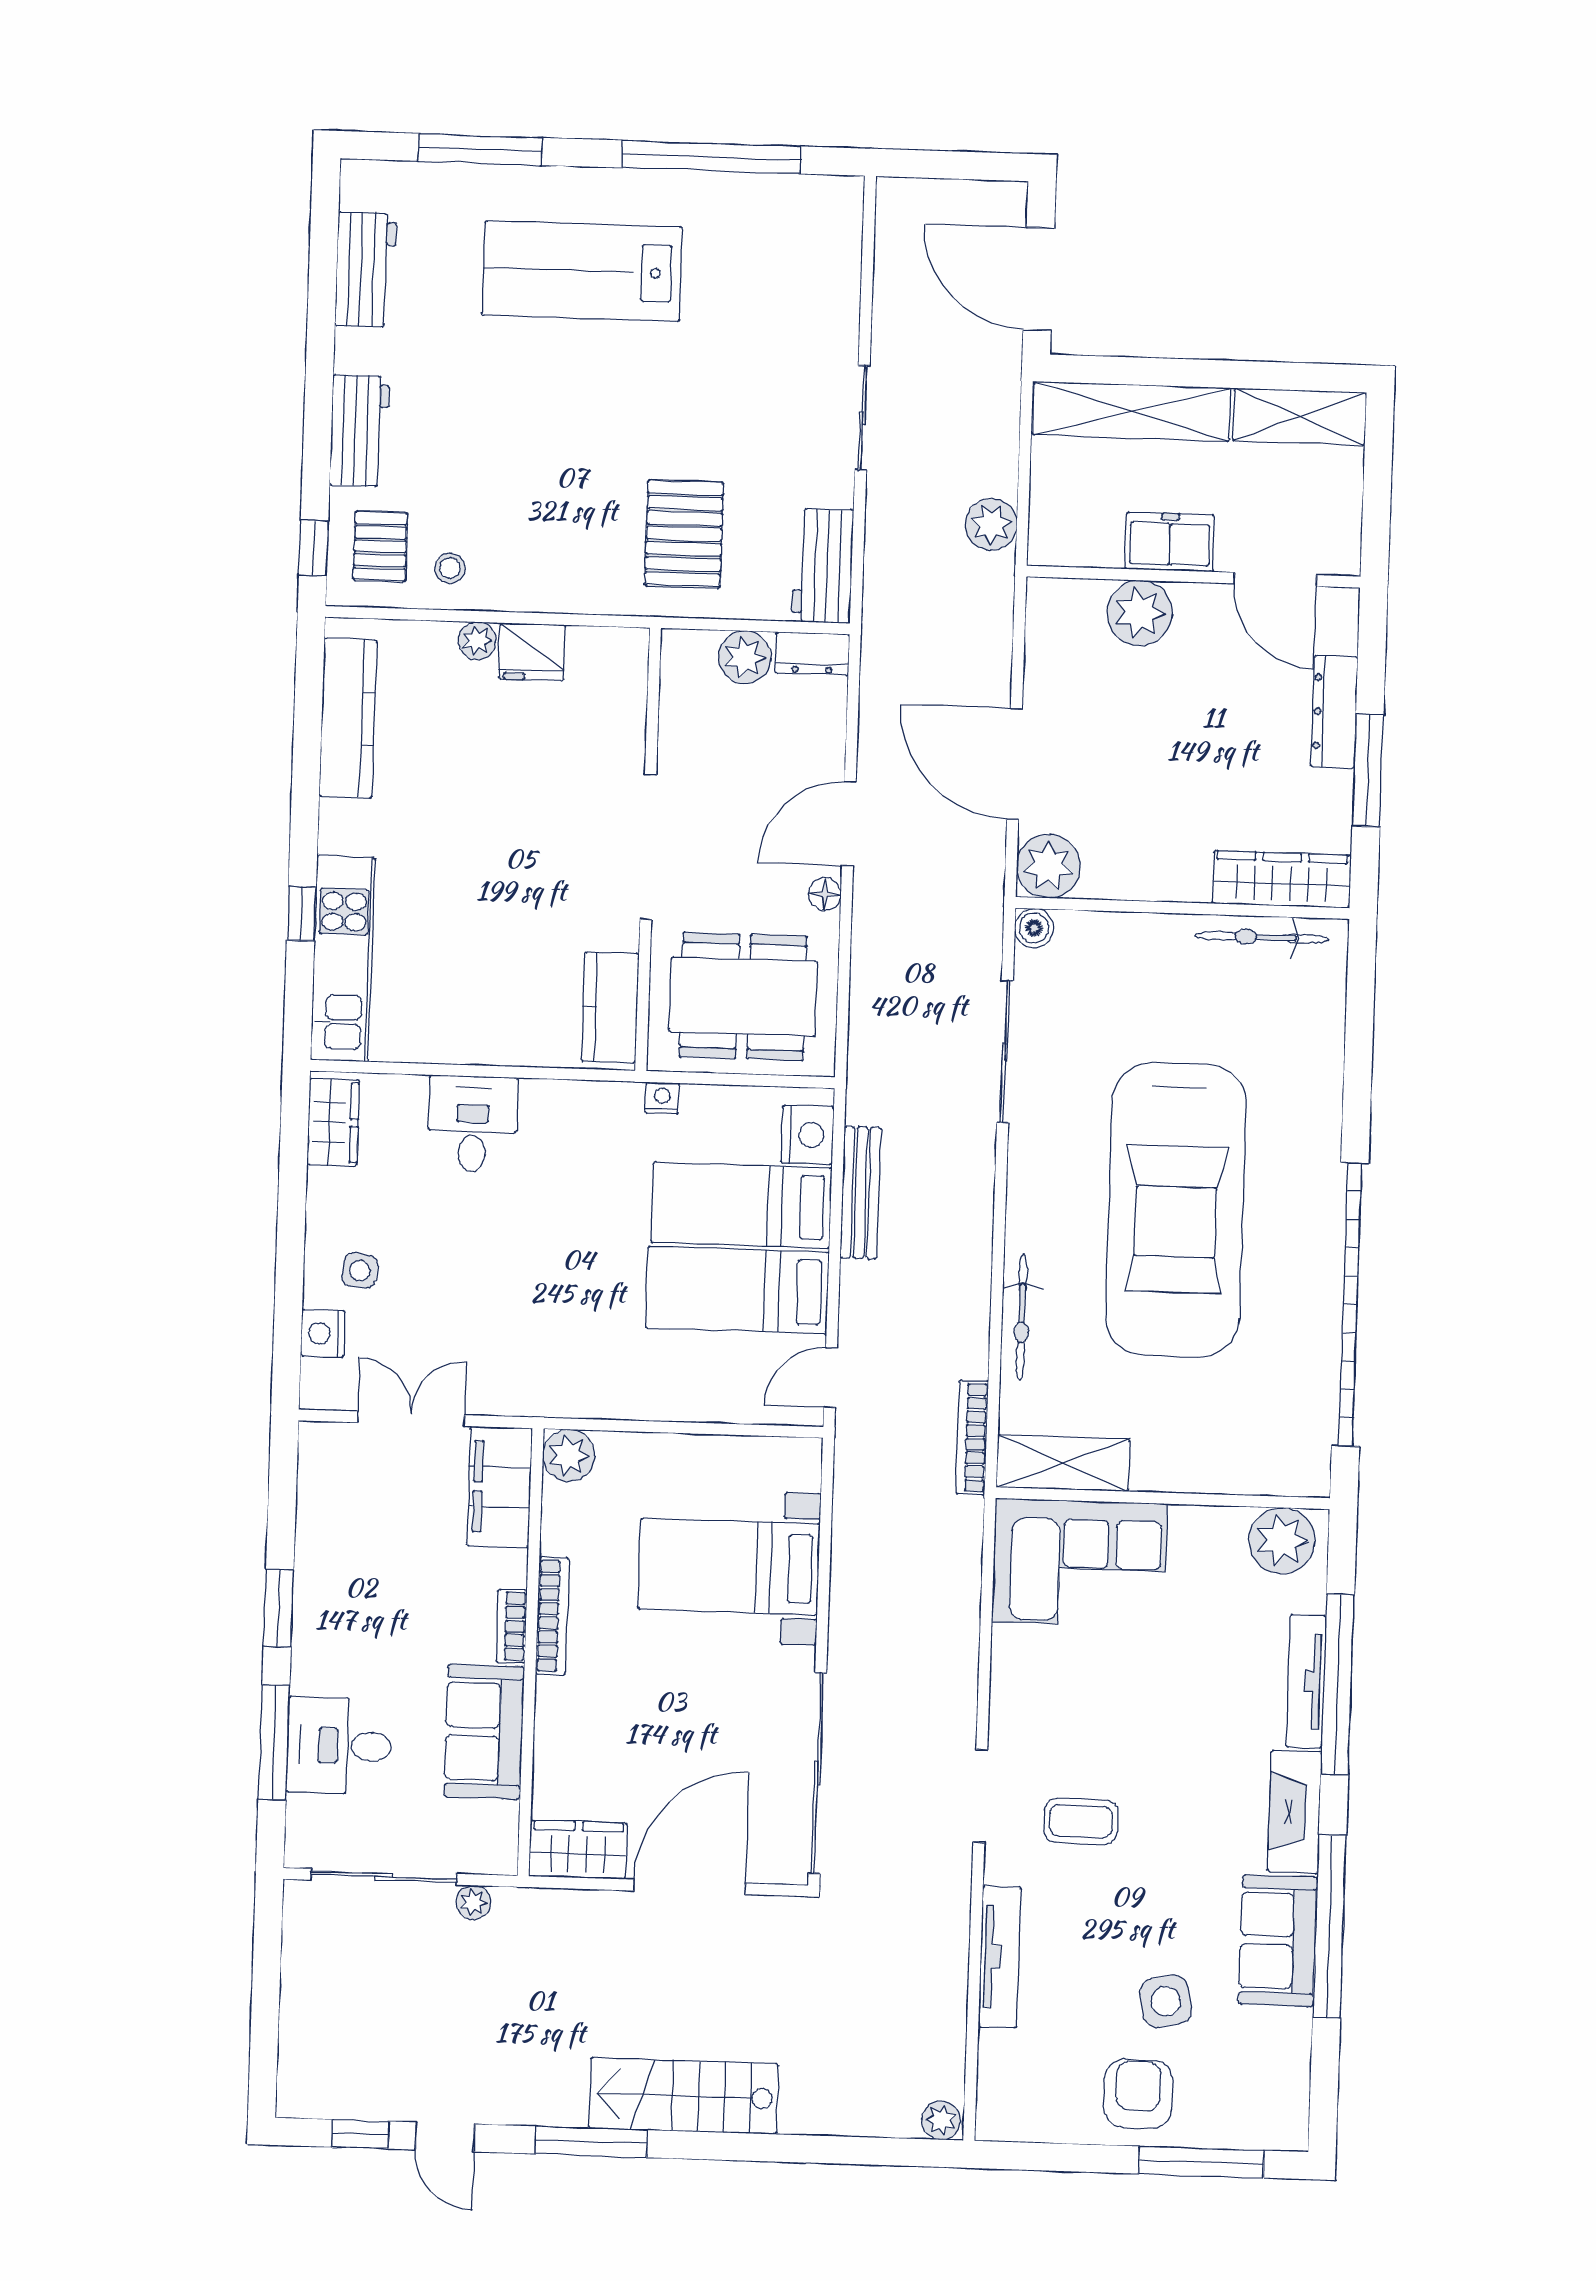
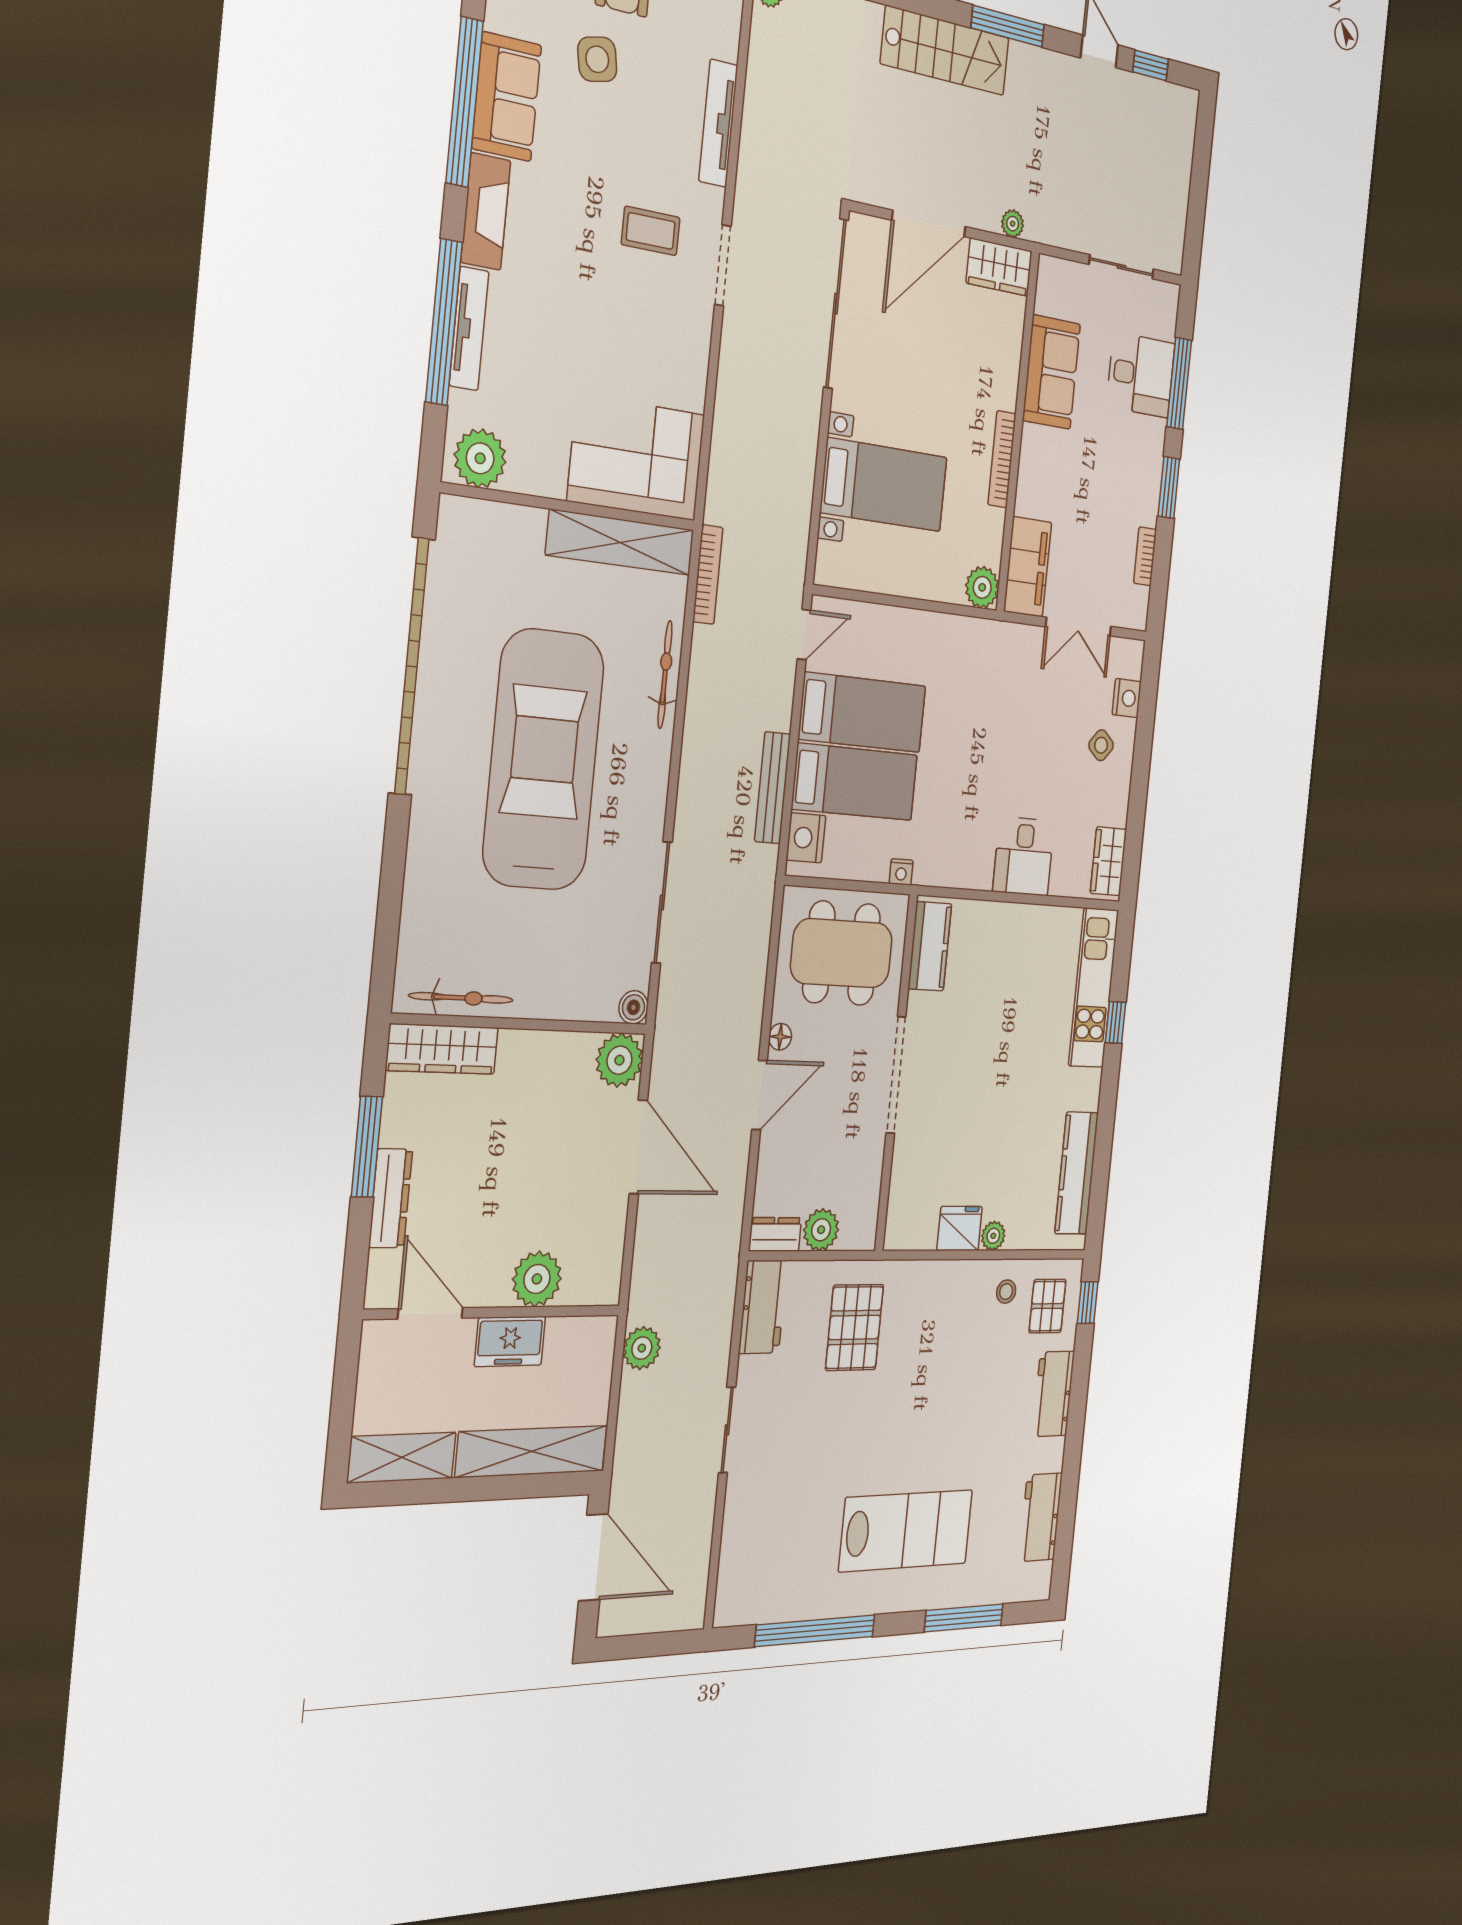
side table: (360, 1271) -> (1101, 745), turned 33
shelving: (1063, 1463) -> (620, 542), width x1.47
bookcase: (511, 1626) -> (1145, 556), moved, turned 180
sliding door: (384, 1877) -> (1121, 267), width x0.73
plant: (473, 1902) -> (1013, 224), moved

